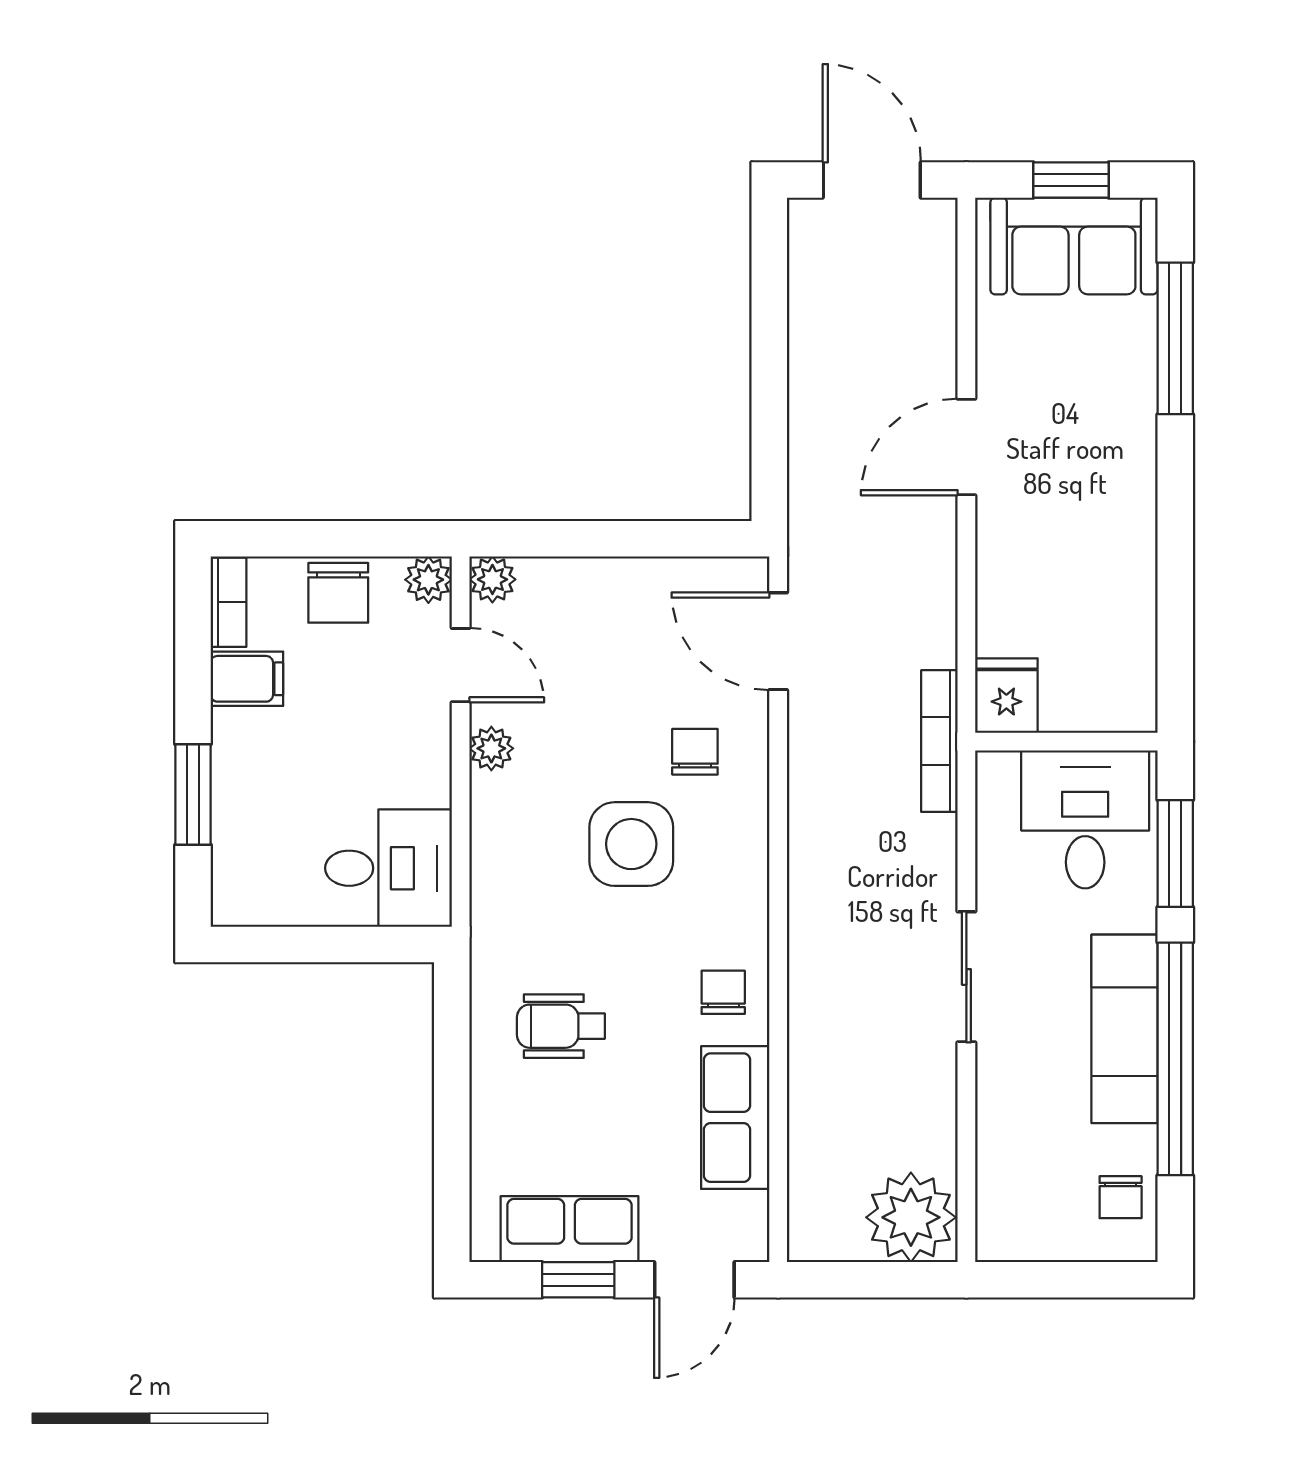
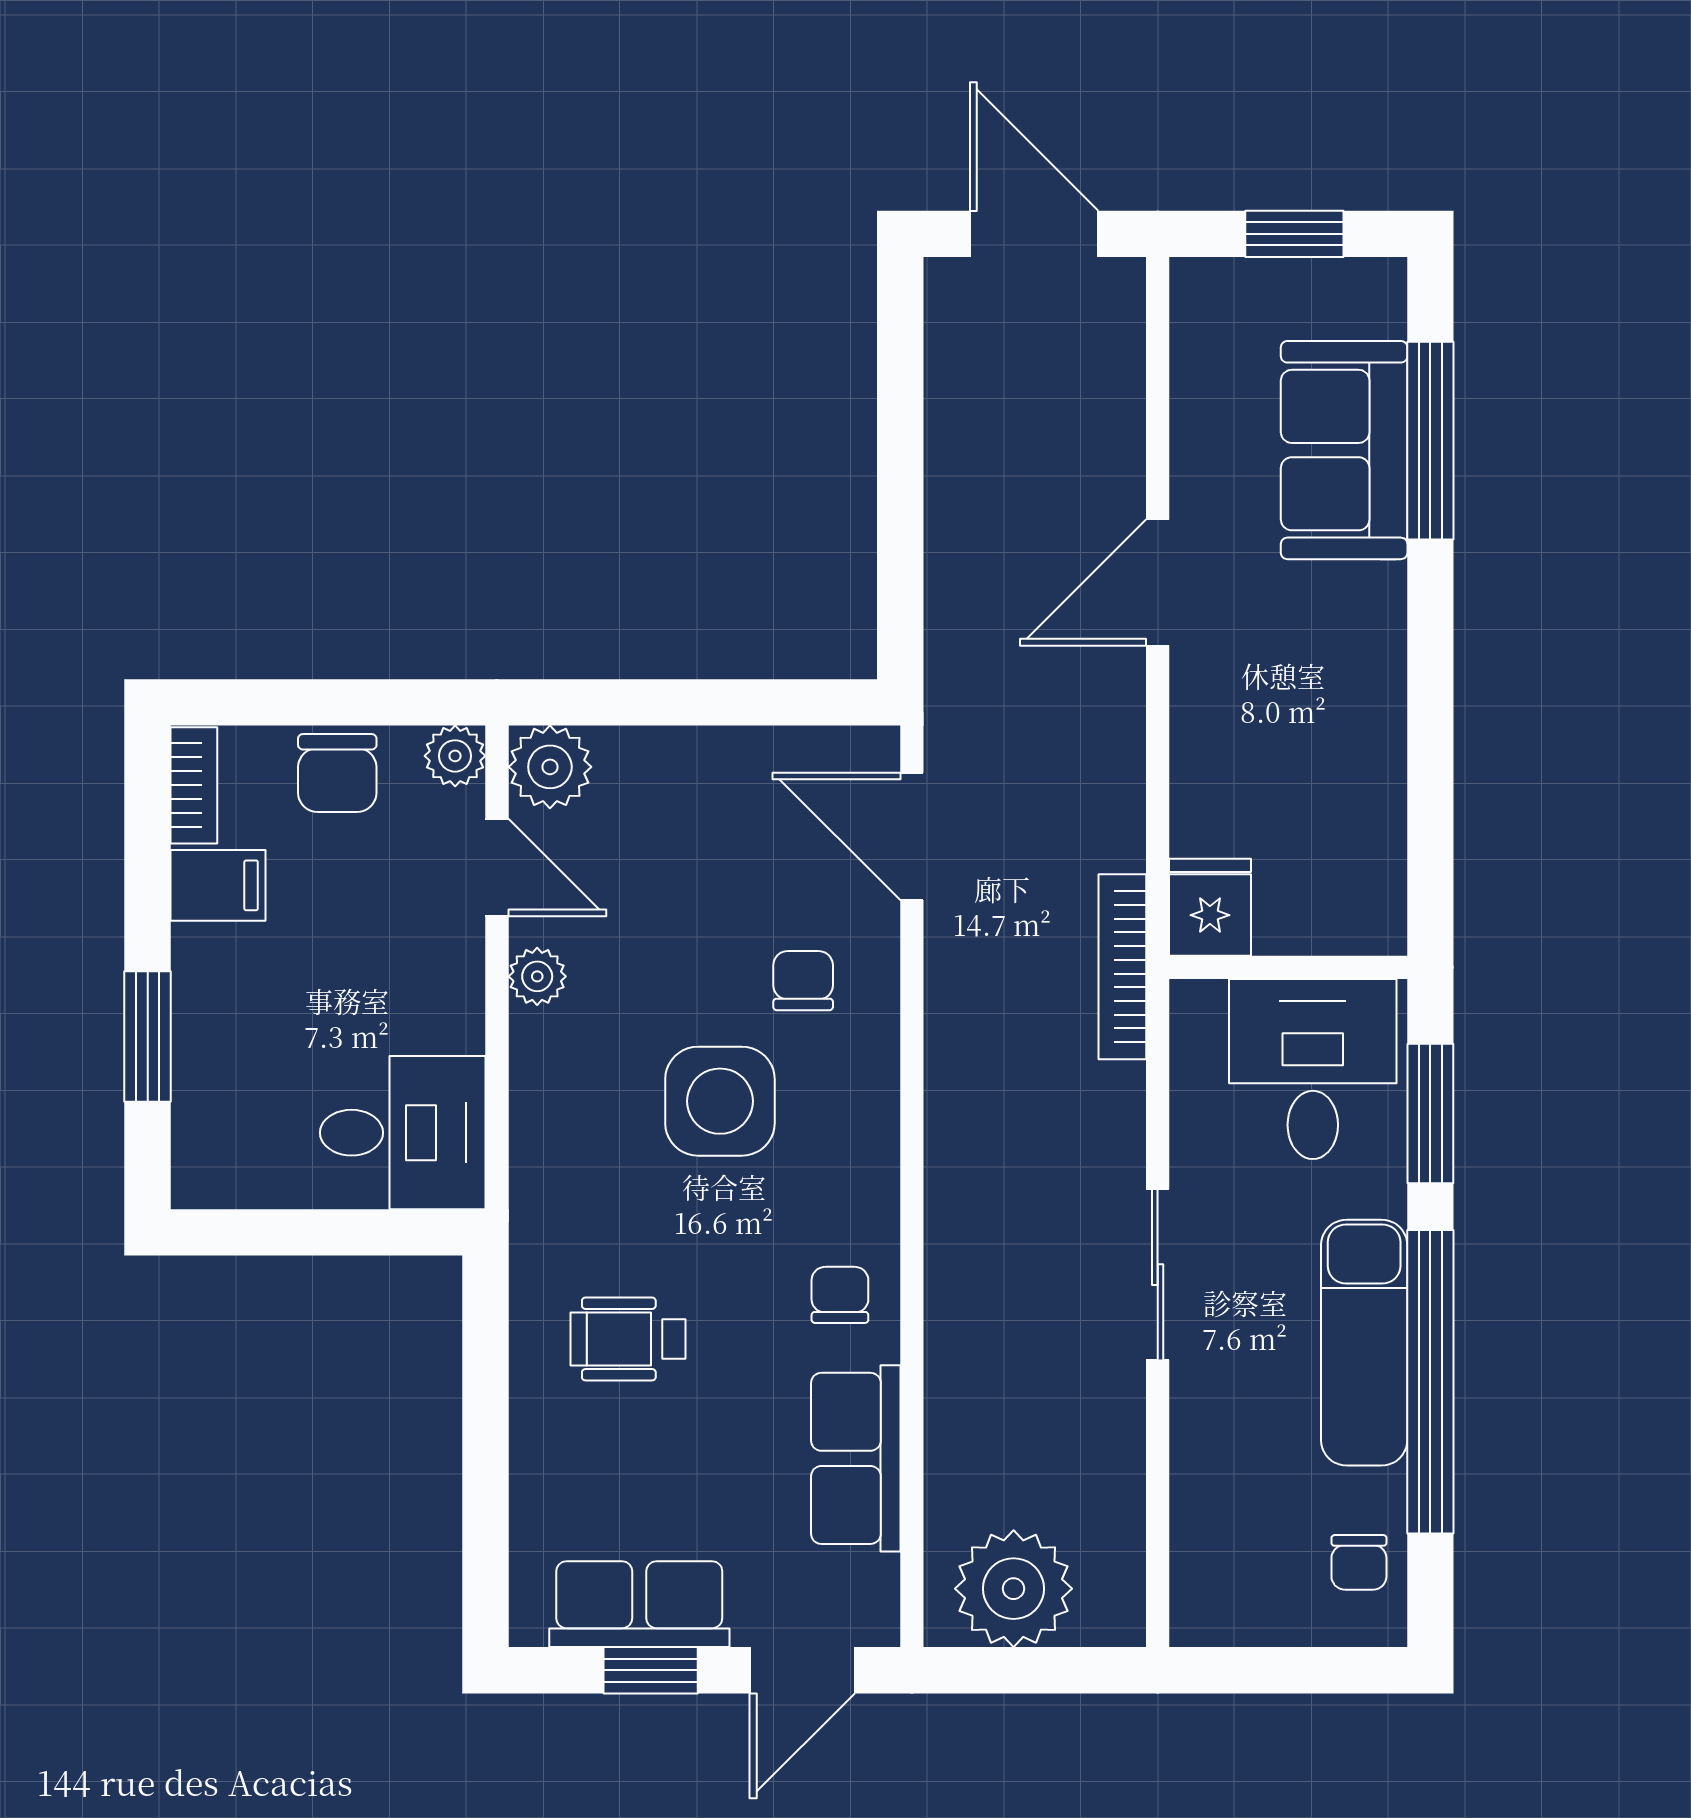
sofa: (1074, 246) -> (1344, 450), moved, turned 90
plant: (492, 579) -> (550, 767), width x1.38, depth x1.38
plant: (911, 1217) -> (1014, 1589), moved

